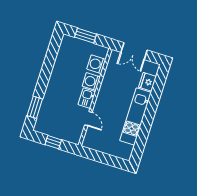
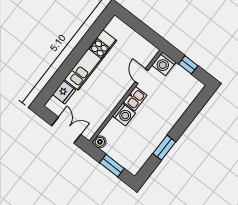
boiler: (103, 52) -> (100, 142), added
washing machine: (96, 64) -> (164, 64), moved, turned 90
window: (35, 107) -> (164, 148), moved

